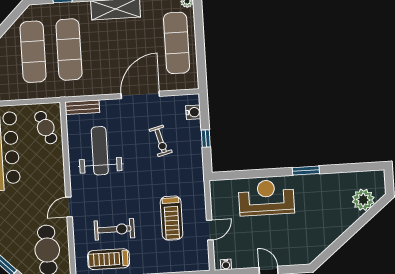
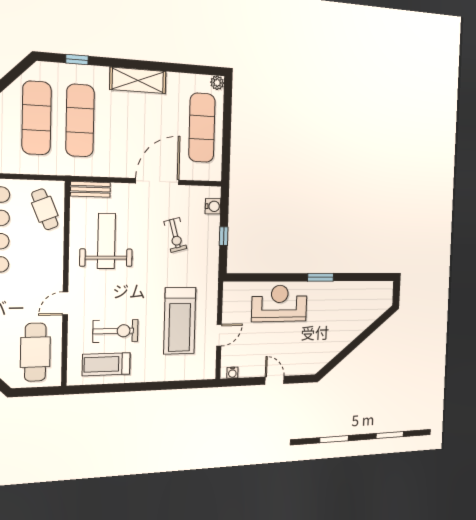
plant: (363, 200) -> (371, 310), removed
treadmill: (172, 218) -> (180, 321), width x1.37, depth x1.38

